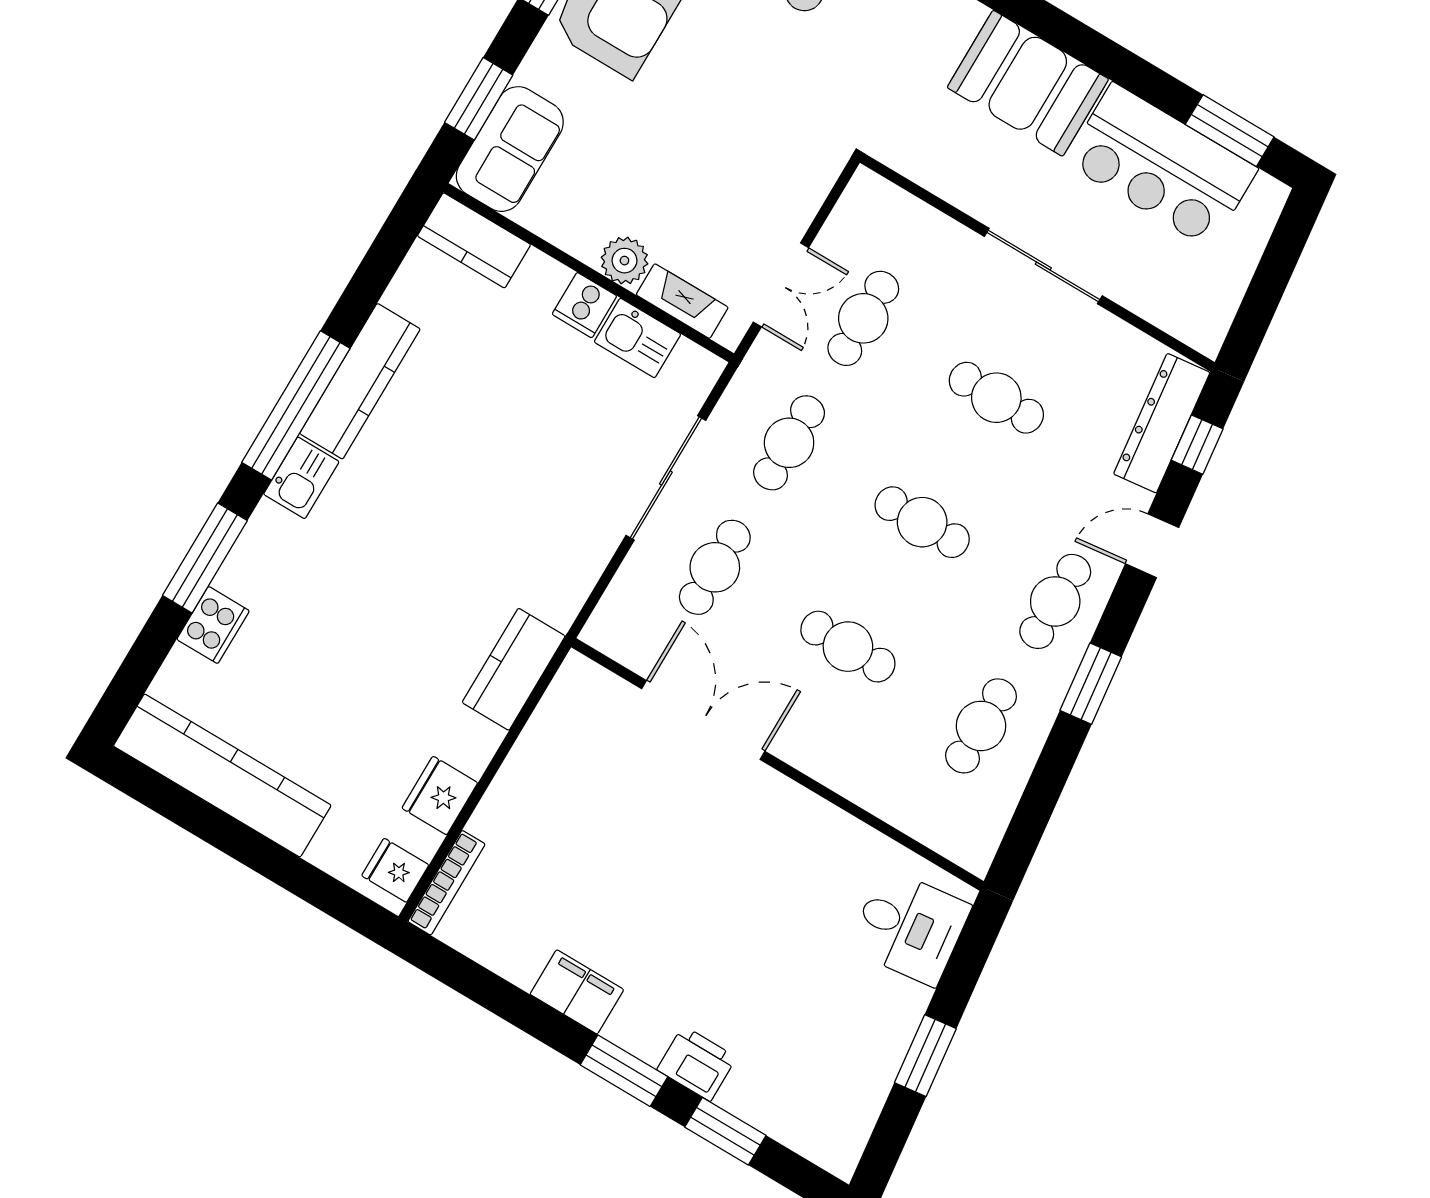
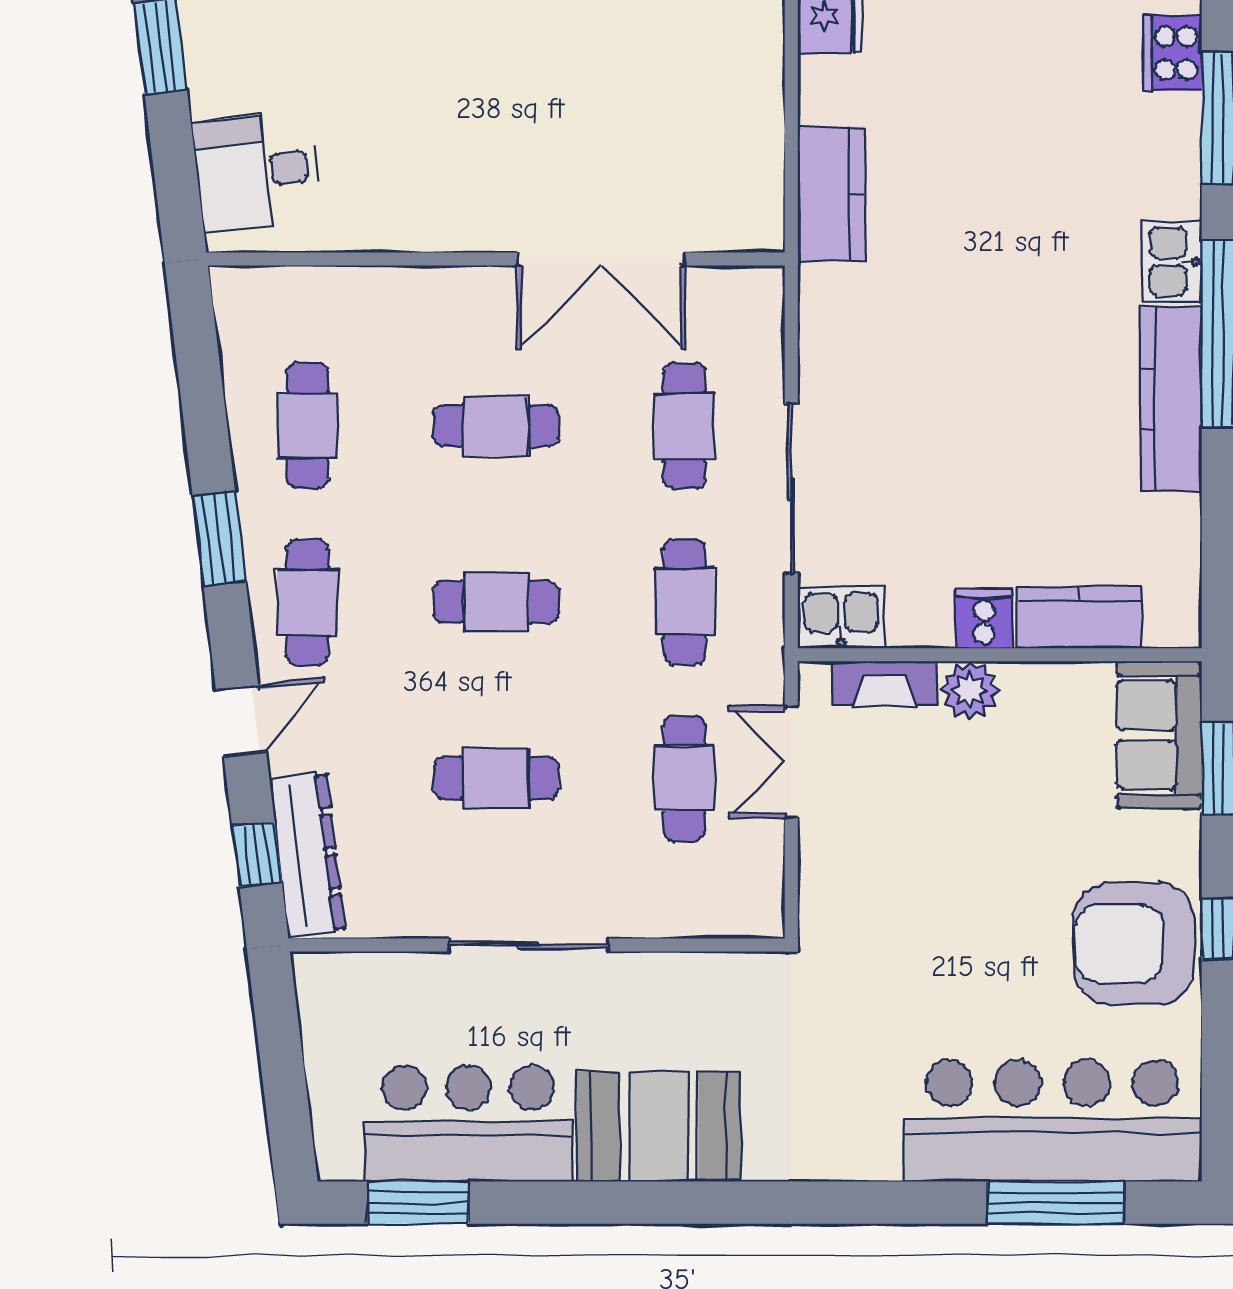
kitchen counter: (474, 240) -> (1079, 617), moved
kitchen sink: (637, 338) -> (841, 617), moved

